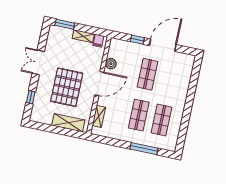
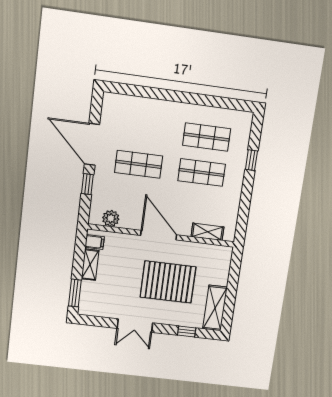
plant: (111, 64) -> (111, 218), moved
shelving: (68, 123) -> (215, 308), moved
window: (144, 149) -> (251, 160), width x0.46

